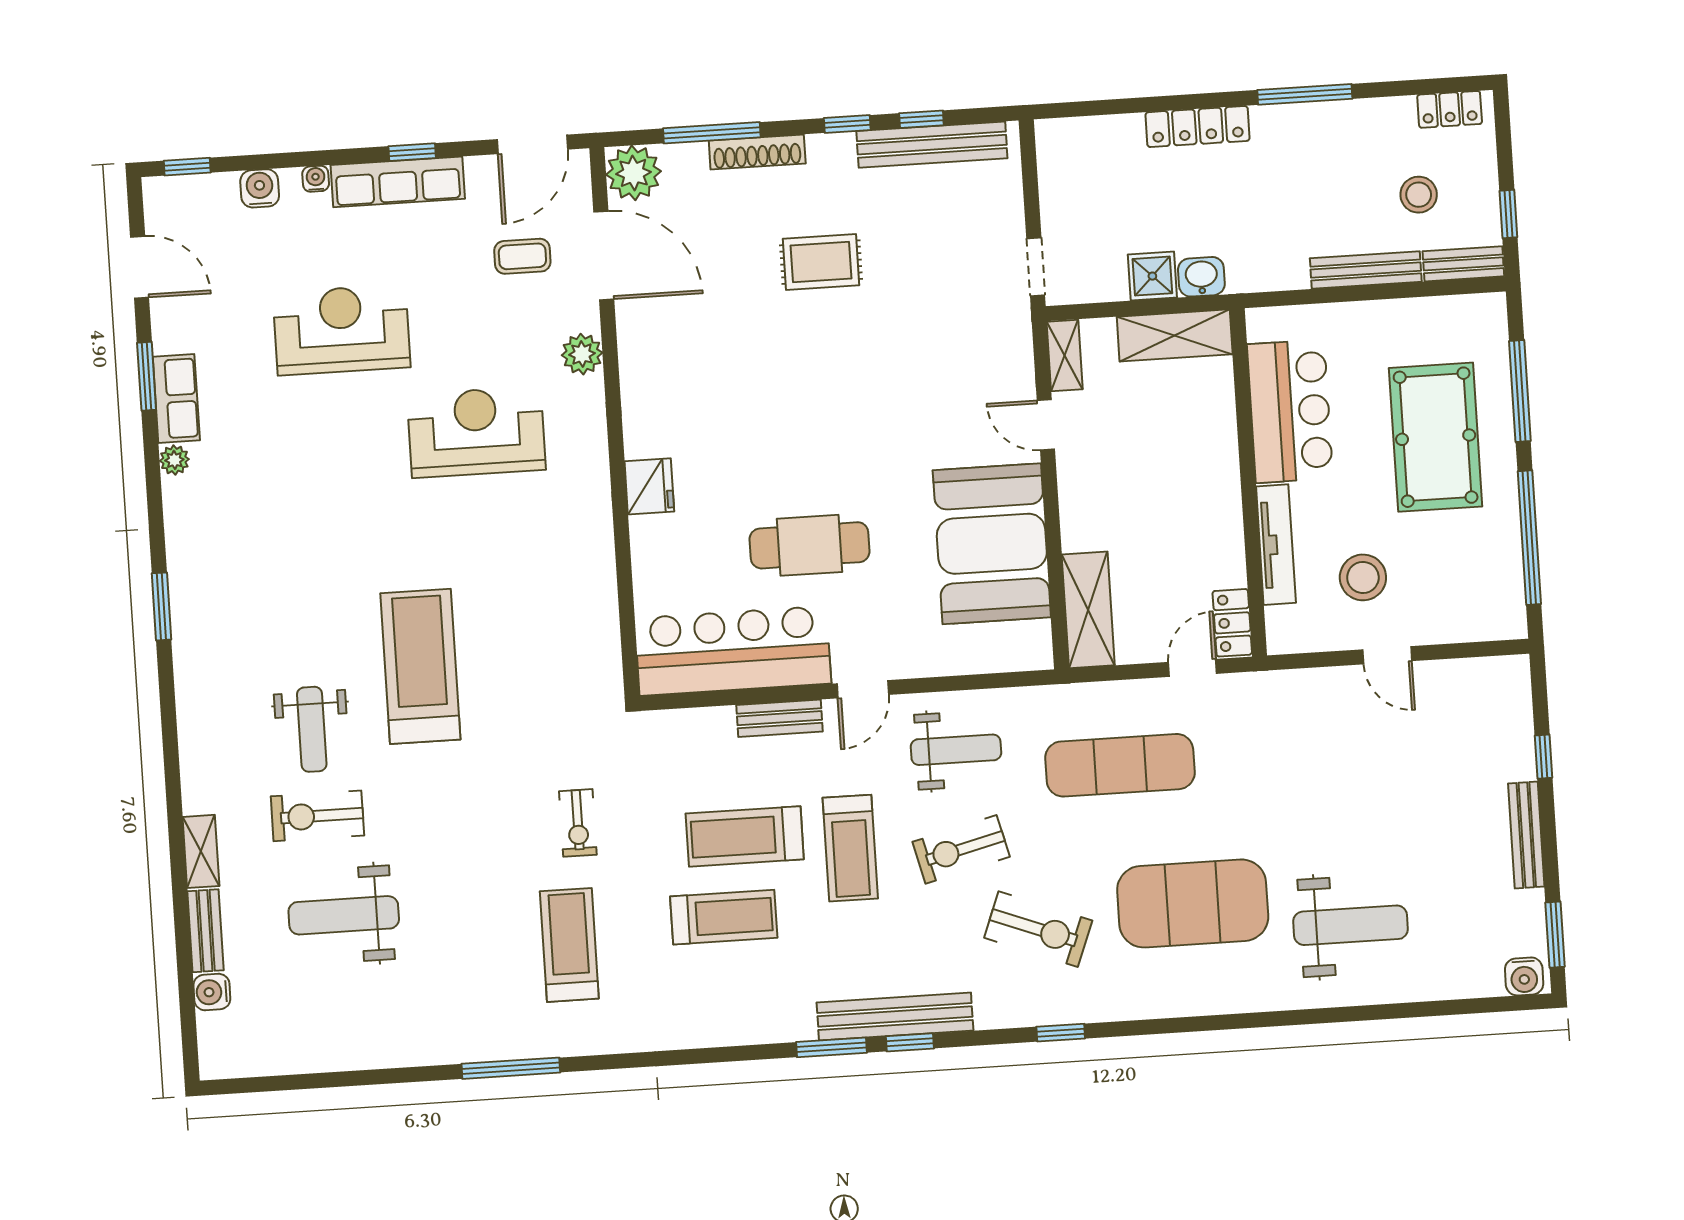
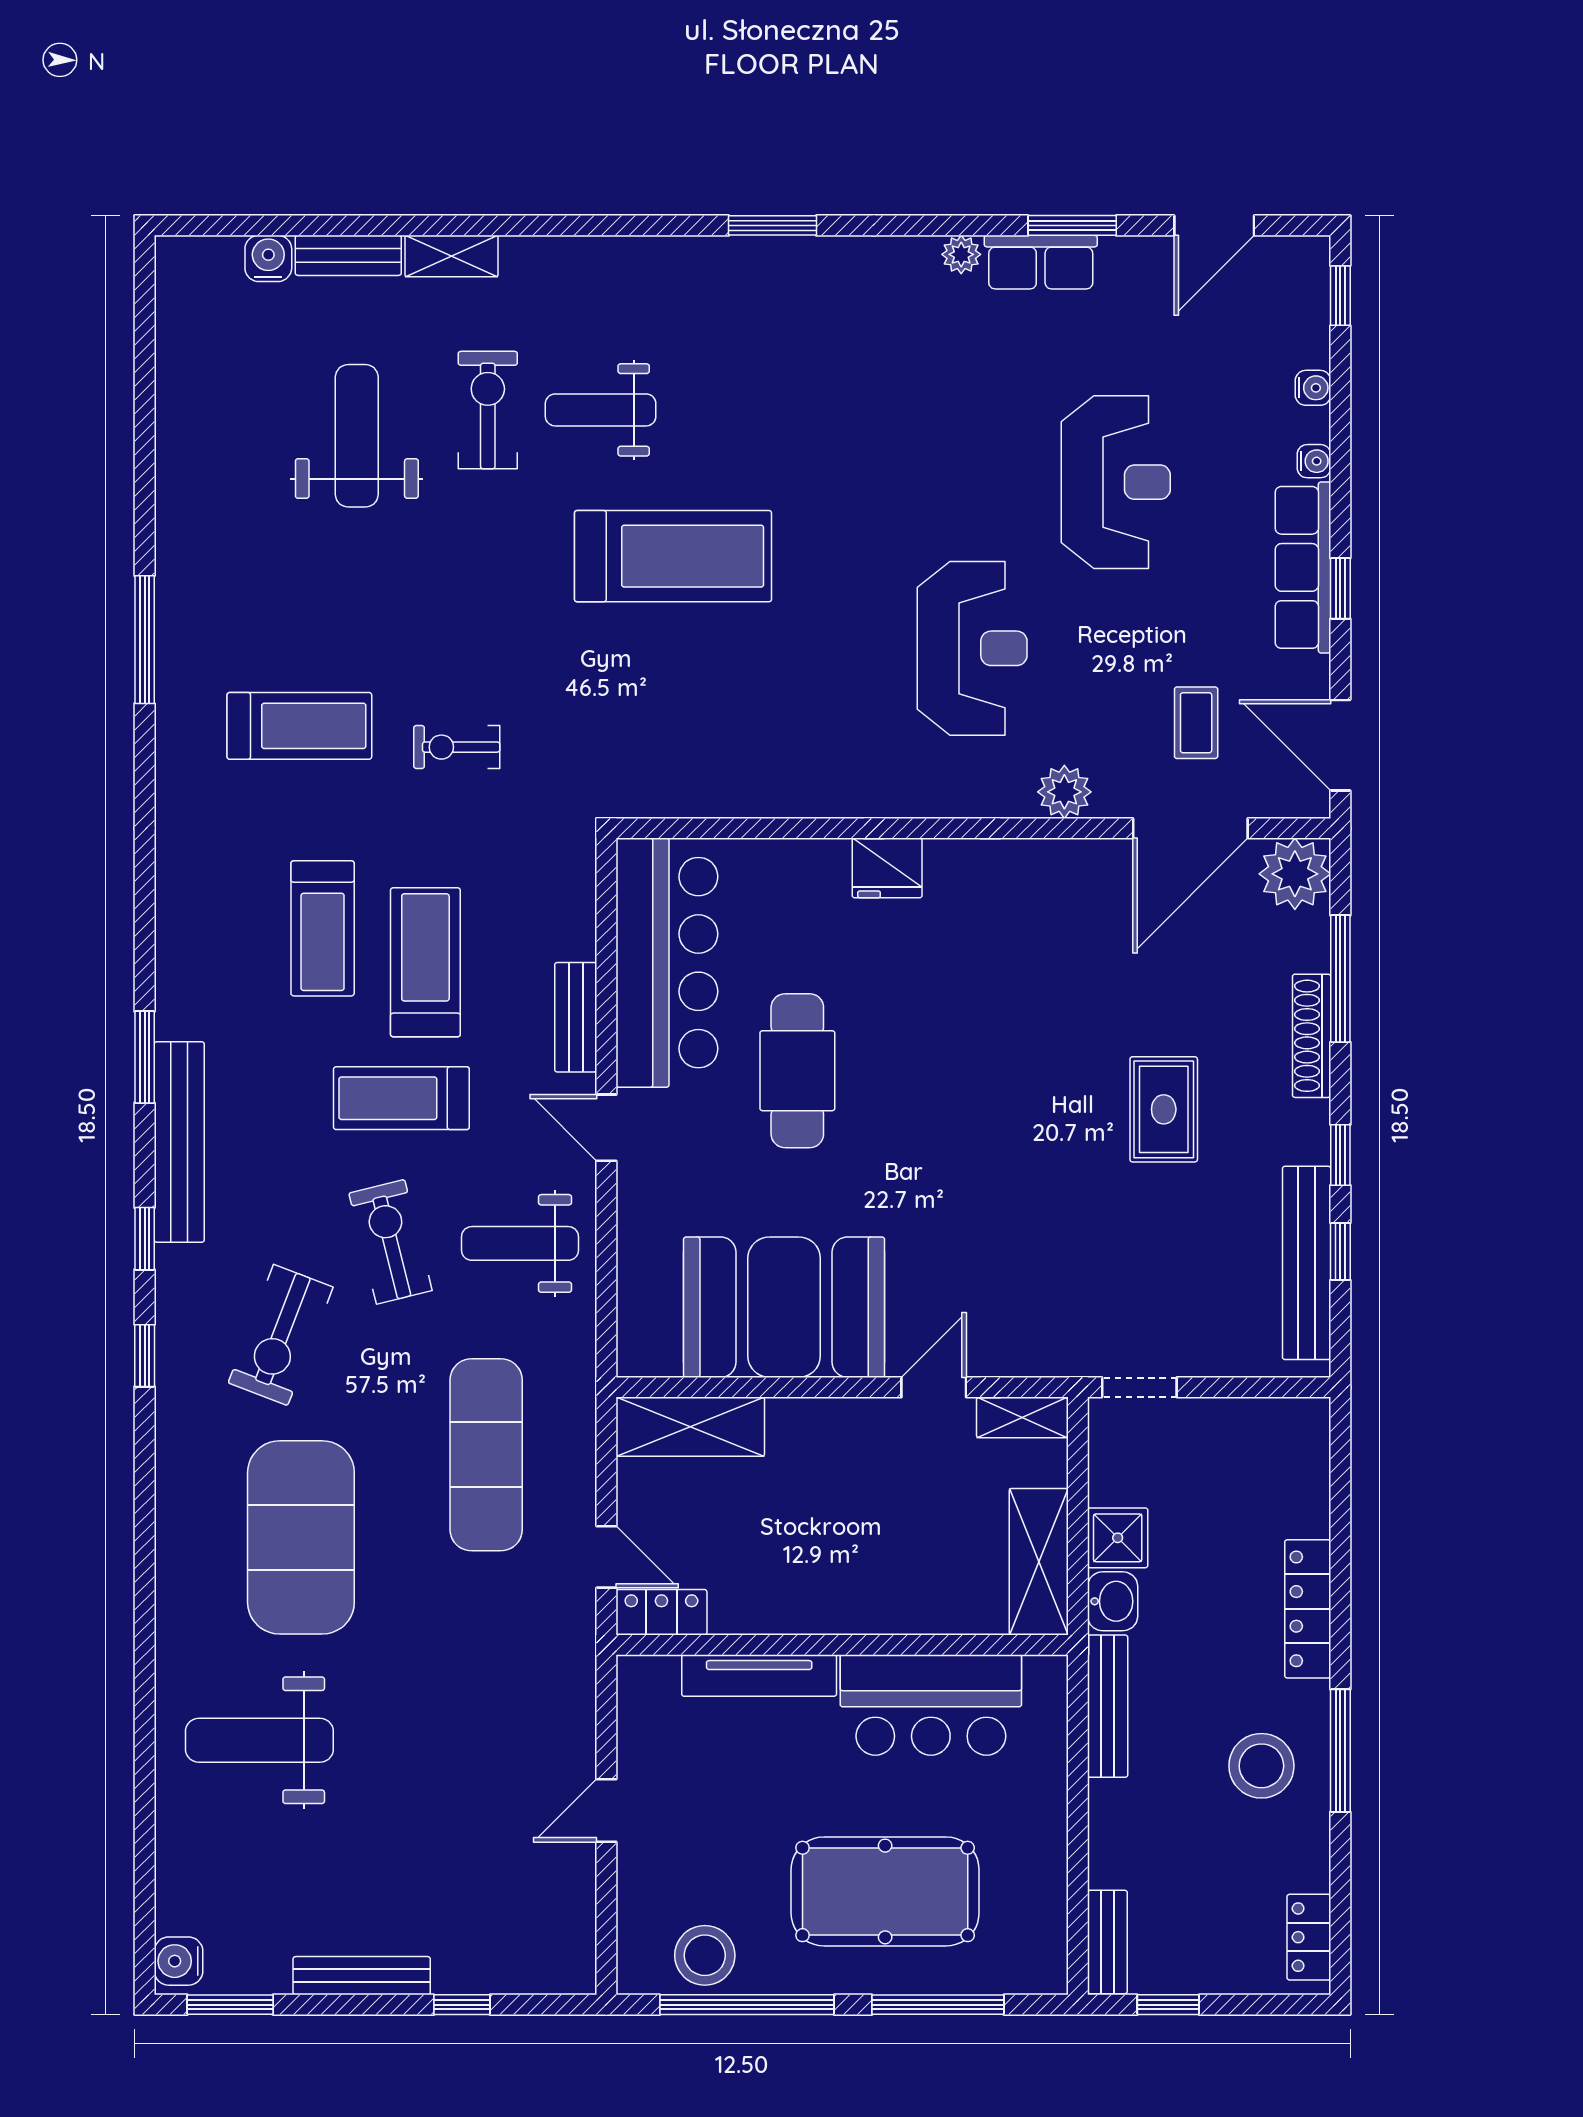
water cooler: (260, 188) -> (1313, 388), width x0.72, depth x0.72
stool: (1419, 195) -> (1261, 1766), moved, width x1.38, depth x1.38
bench: (1366, 270) -> (1108, 1706), moved
stool: (1363, 577) -> (705, 1955), moved
weight bench: (956, 750) -> (520, 1243), turned 90
weight bench: (1351, 925) -> (259, 1740), turned 90
window: (910, 1042) -> (145, 1239), moved

